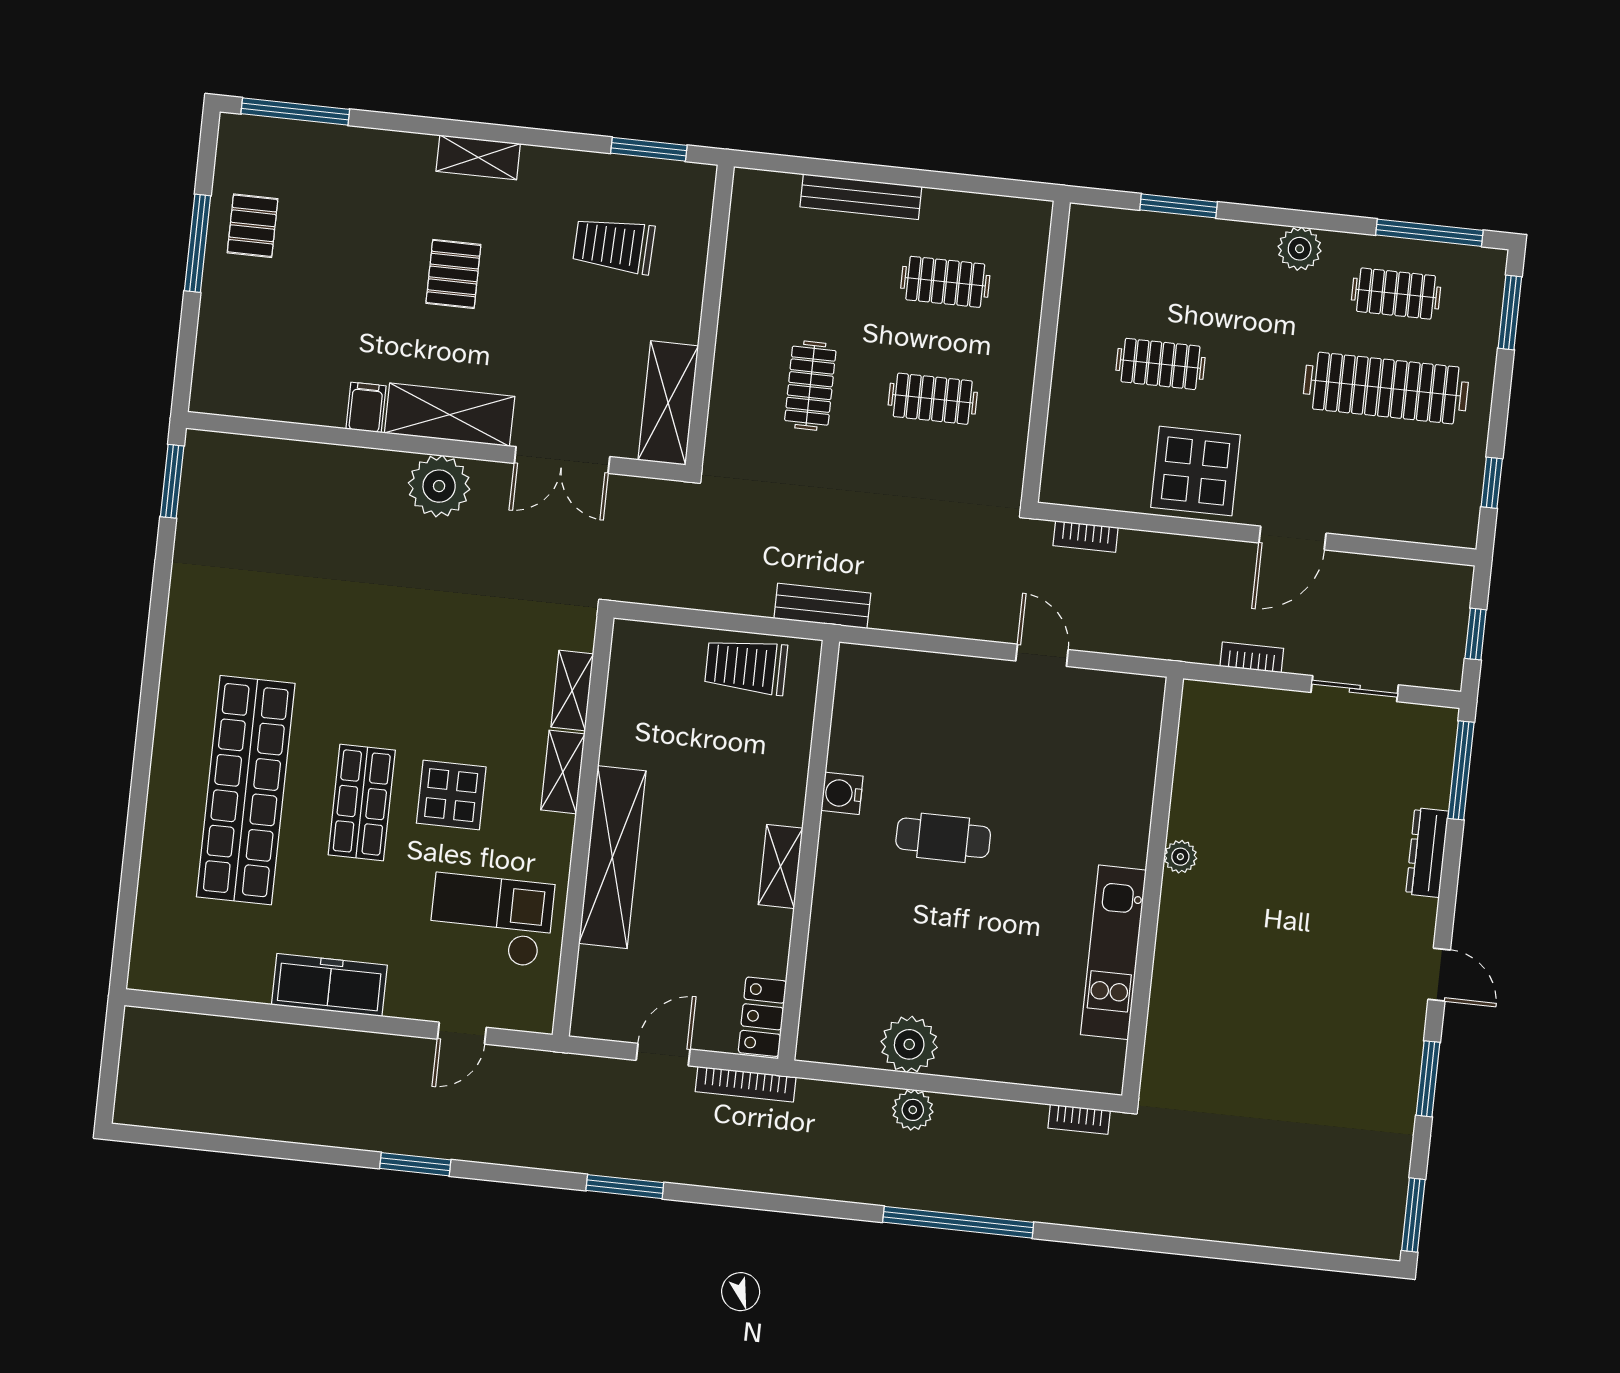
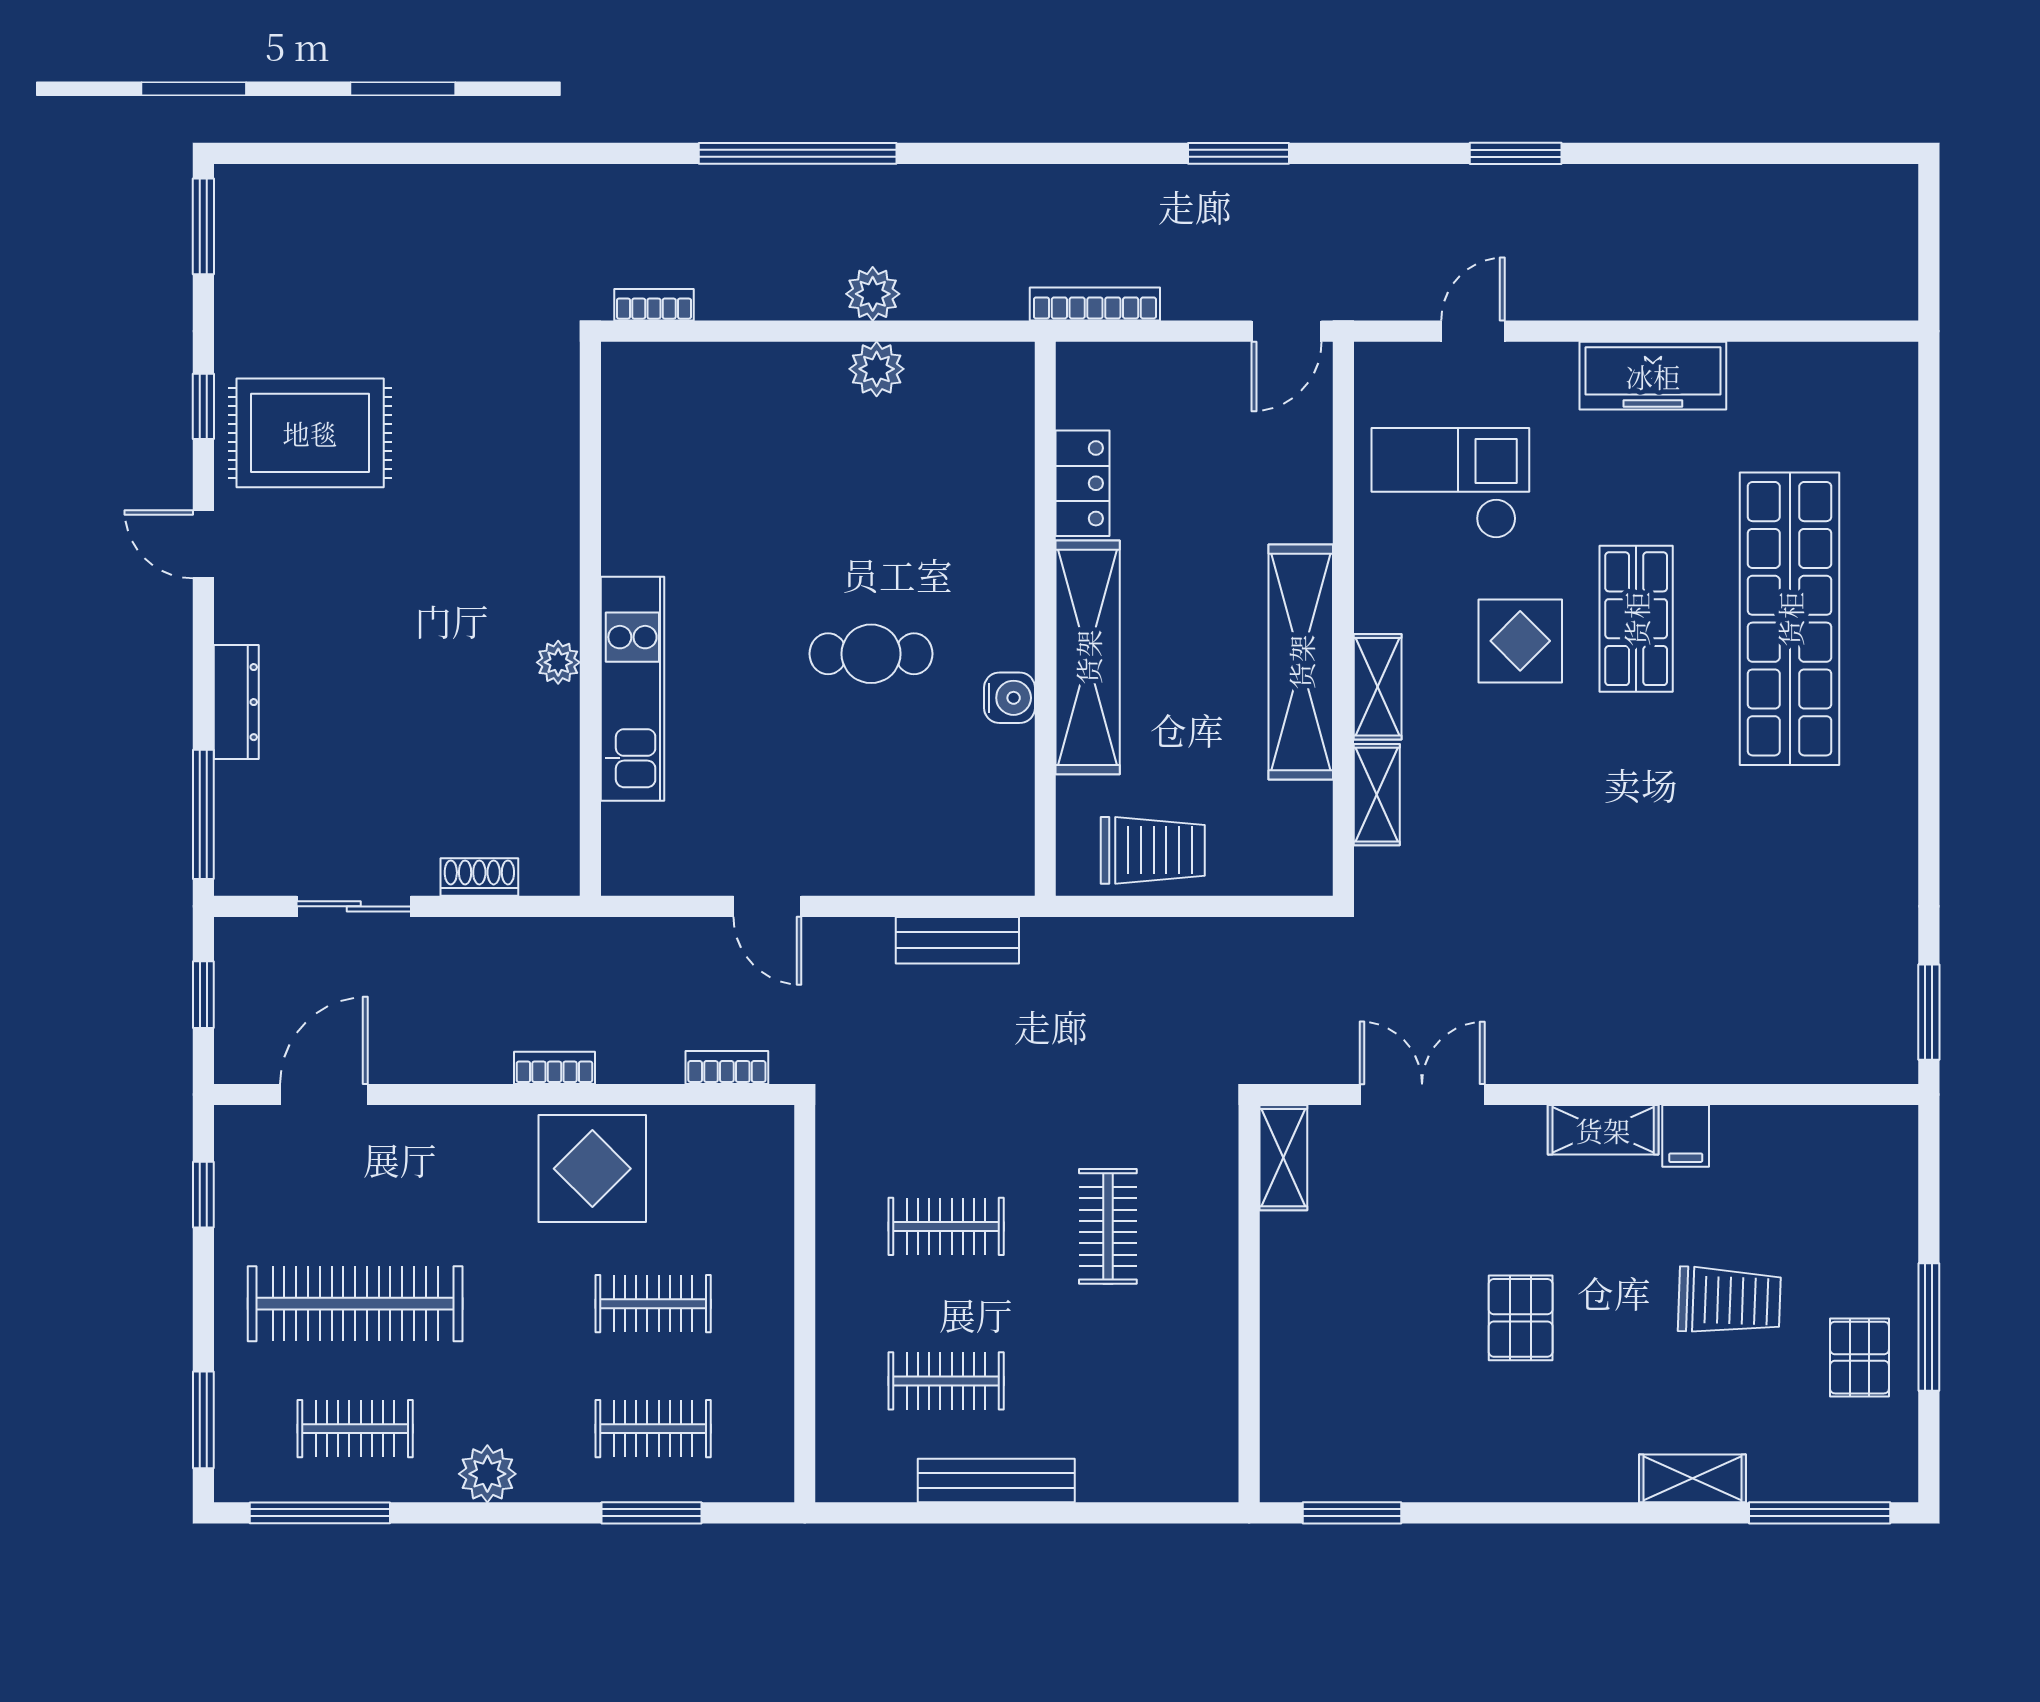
shelving: (478, 157) -> (1692, 1478), moved
bench: (861, 197) -> (996, 1480), moved
trolley: (614, 245) -> (1729, 1300), moved
clothes rail: (1171, 269) -> (653, 1429), added
pallet: (453, 274) -> (1521, 1318), moved
shelving: (668, 403) -> (1283, 1158), width x0.67, depth x0.75
shelving: (450, 415) -> (1603, 1130), width x0.67, depth x0.75
plant: (439, 486) -> (1579, 1043), removed
door: (1293, 538) -> (324, 1095), moved
bench: (822, 606) -> (957, 940), moved
bookcase: (1252, 657) -> (554, 1068), moved, turned 180
shoe rack: (1257, 701) -> (479, 877), added
shelving: (612, 857) -> (1301, 662), moved
shelving: (781, 866) -> (1088, 657), width x2.20, depth x1.33
checkout: (491, 920) -> (1450, 483), turned 180
kitchen unit: (1113, 952) -> (632, 689), moved
locker: (762, 1017) -> (1082, 483), moved
plant: (909, 1044) -> (877, 369), width x0.73, depth x0.73
rug: (1349, 1050) -> (310, 433), added
door: (663, 1055) -> (1287, 331), moved
window: (1428, 1079) -> (203, 406), width x0.67

